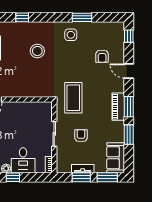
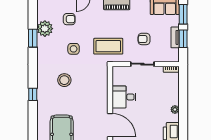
plant: (92, 30) -> (45, 29), added
side table: (71, 35) -> (74, 49), moved
desk: (23, 160) -> (124, 97), moved, turned 180
window: (13, 177) -> (183, 103), removed

